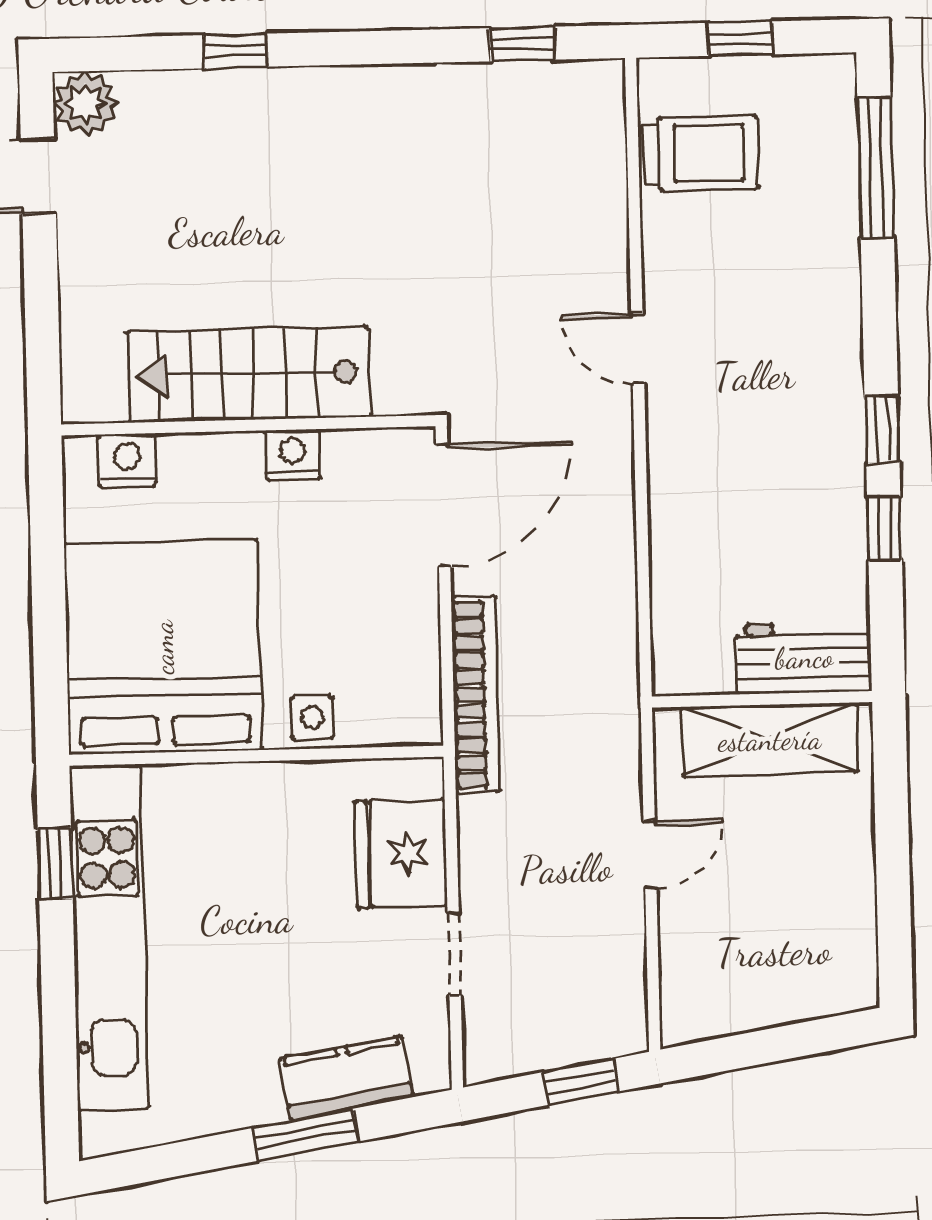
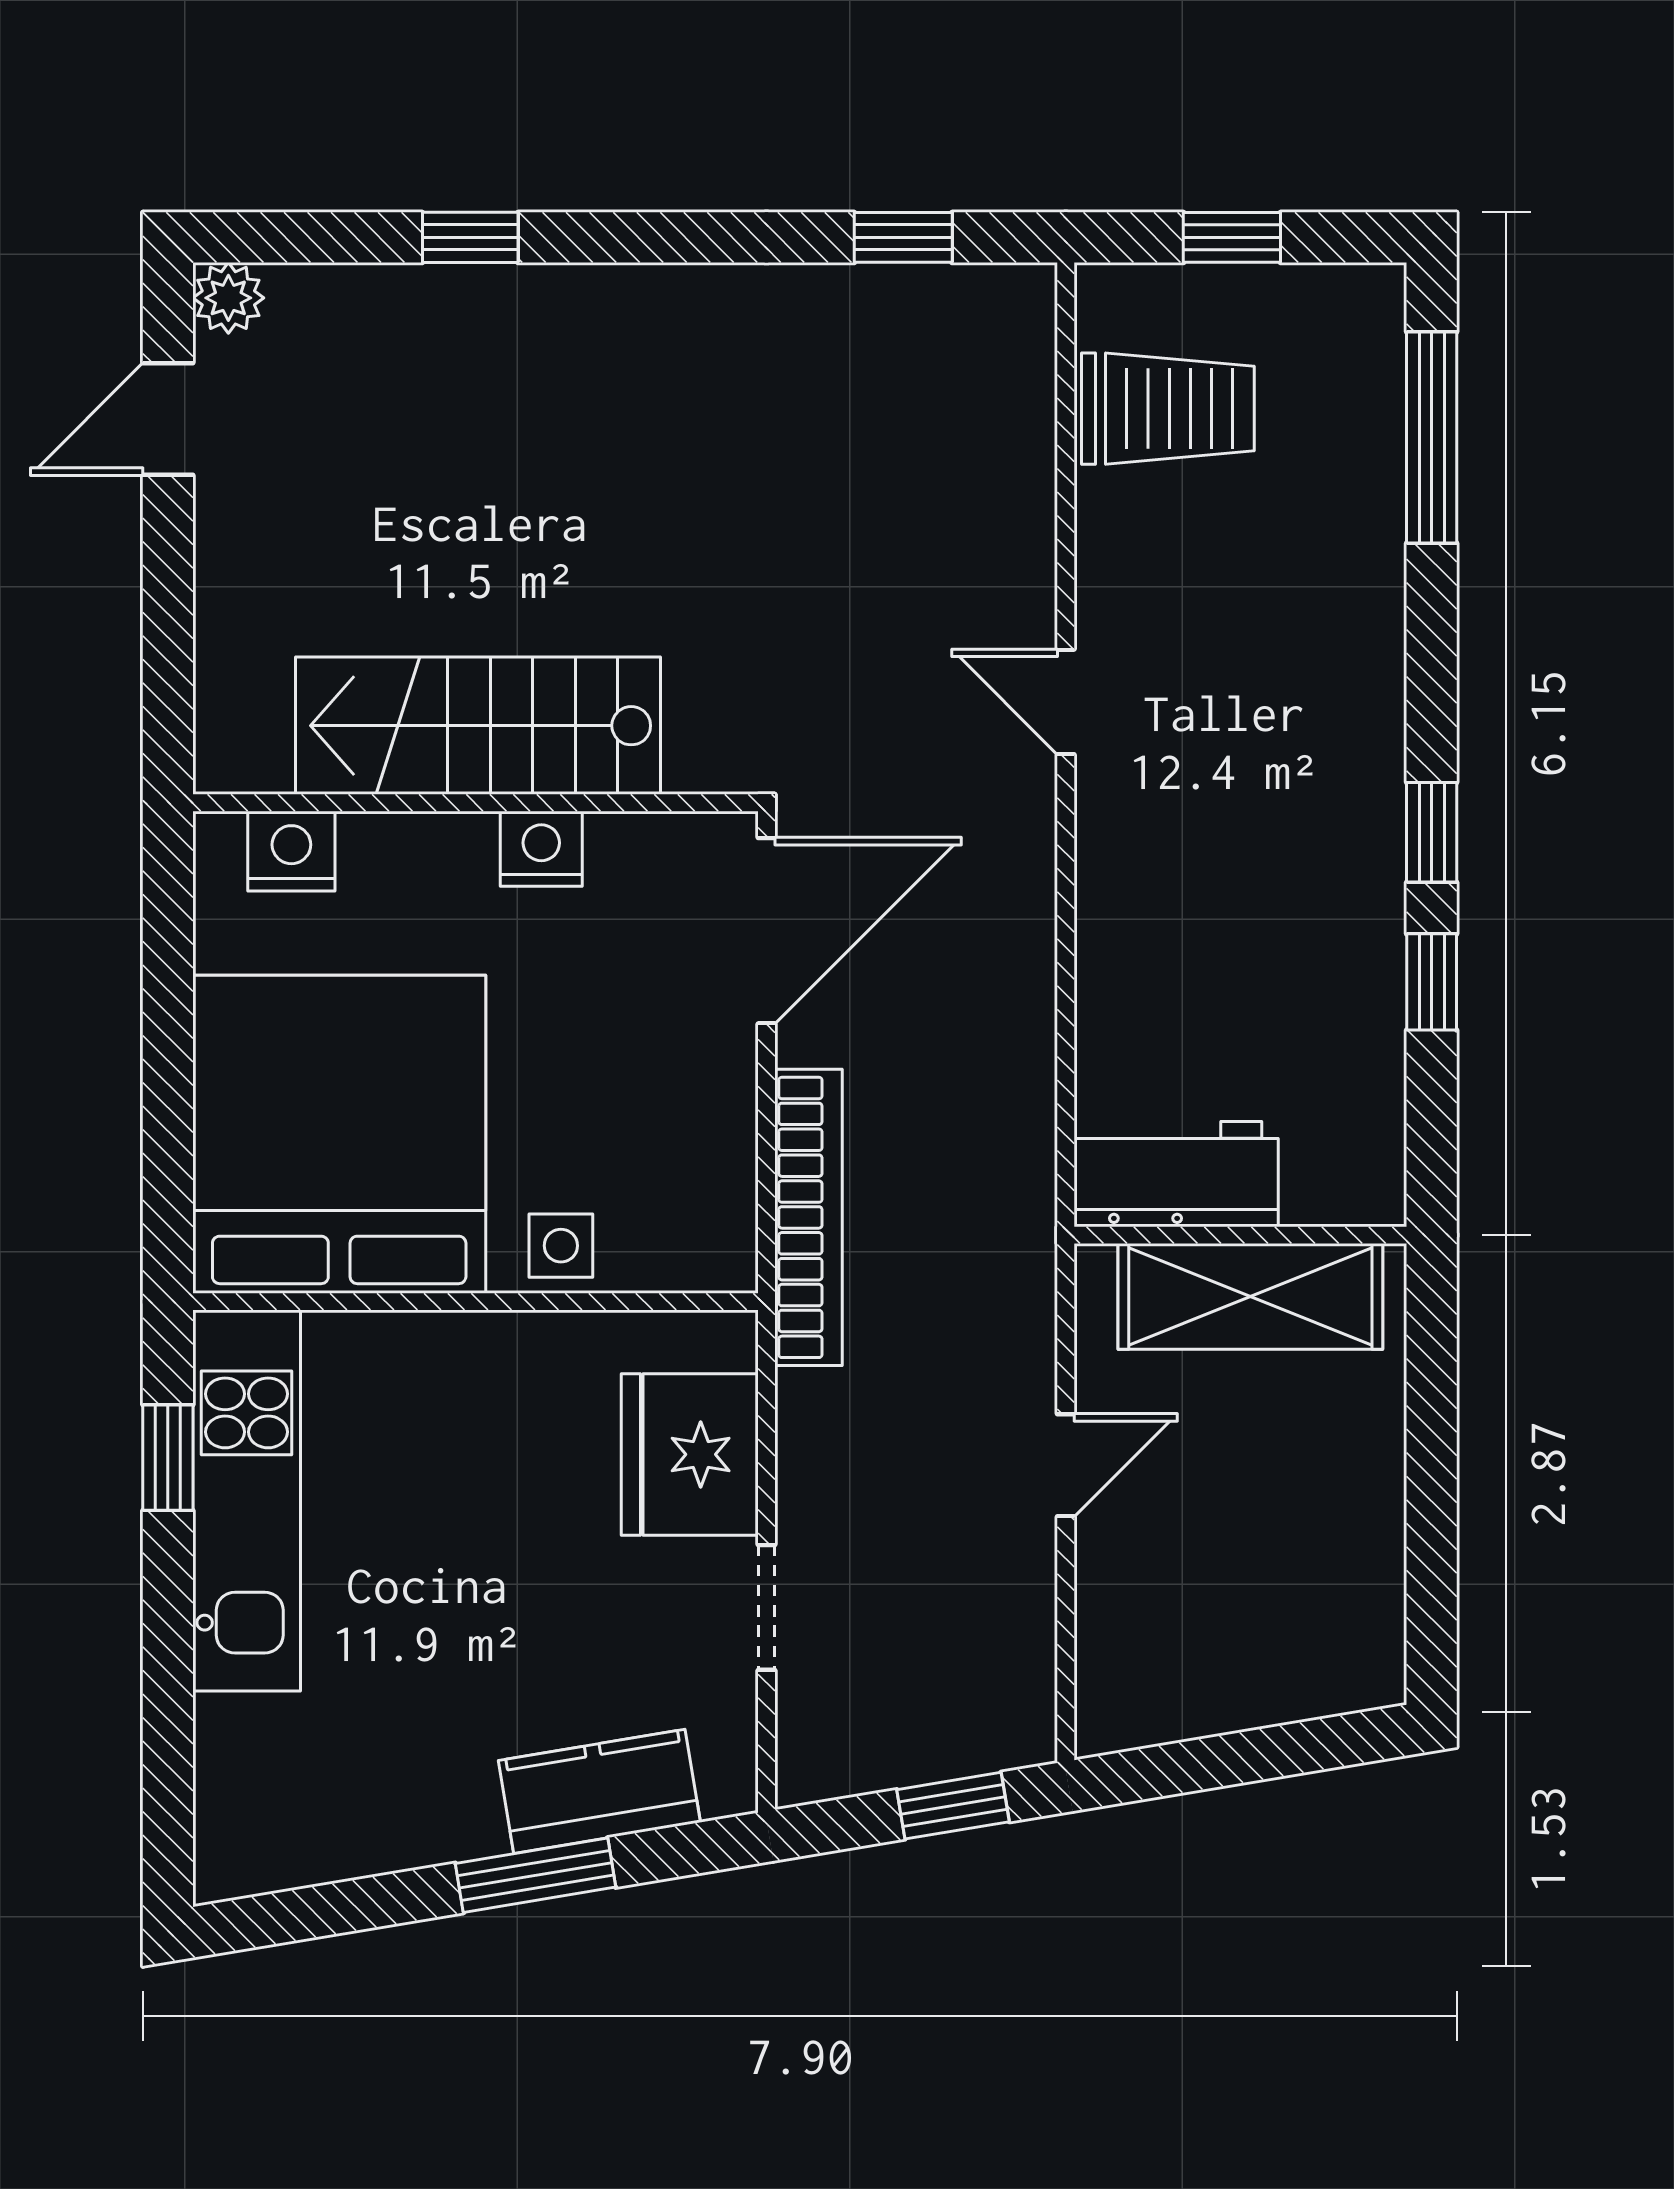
plant: (85, 103) -> (228, 298), width x0.73, depth x0.73
workbench: (804, 658) -> (1176, 1174), moved
kitchen unit: (109, 937) -> (247, 1501), width x0.73

